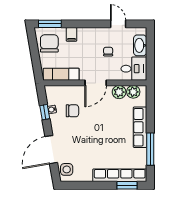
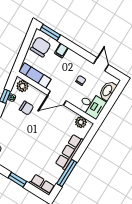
plant: (119, 92) -> (22, 86), moved
row of seats: (120, 175) -> (42, 185), width x0.50
window: (127, 185) -> (17, 180), moved

